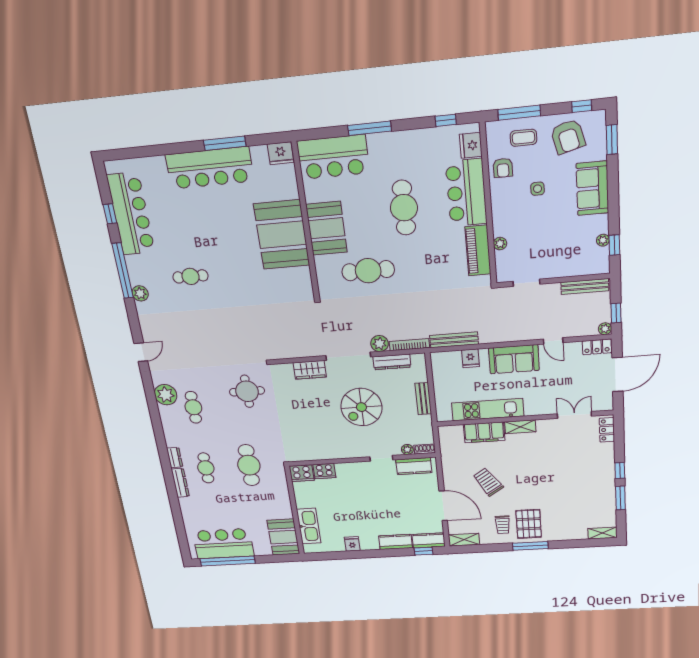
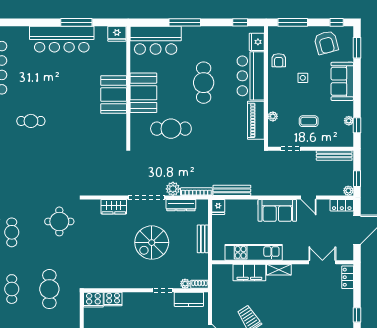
coffee table: (523, 138) -> (309, 121), moved
booth: (282, 235) -> (114, 95), width x0.73, depth x0.70
fridge: (470, 358) -> (218, 207), moved

